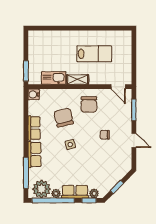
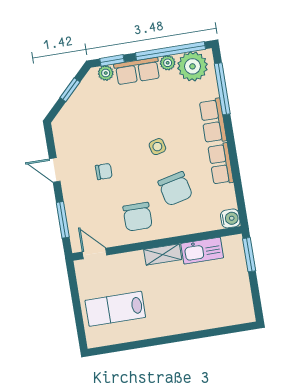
lab bench: (94, 54) -> (115, 309), moved
chair: (89, 104) -> (138, 217), turned 180

